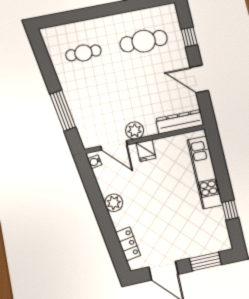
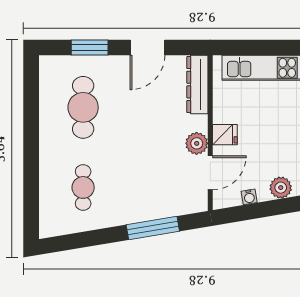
window: (189, 37) -> (90, 48), width x1.50
water cooler: (95, 162) -> (249, 197), moved

